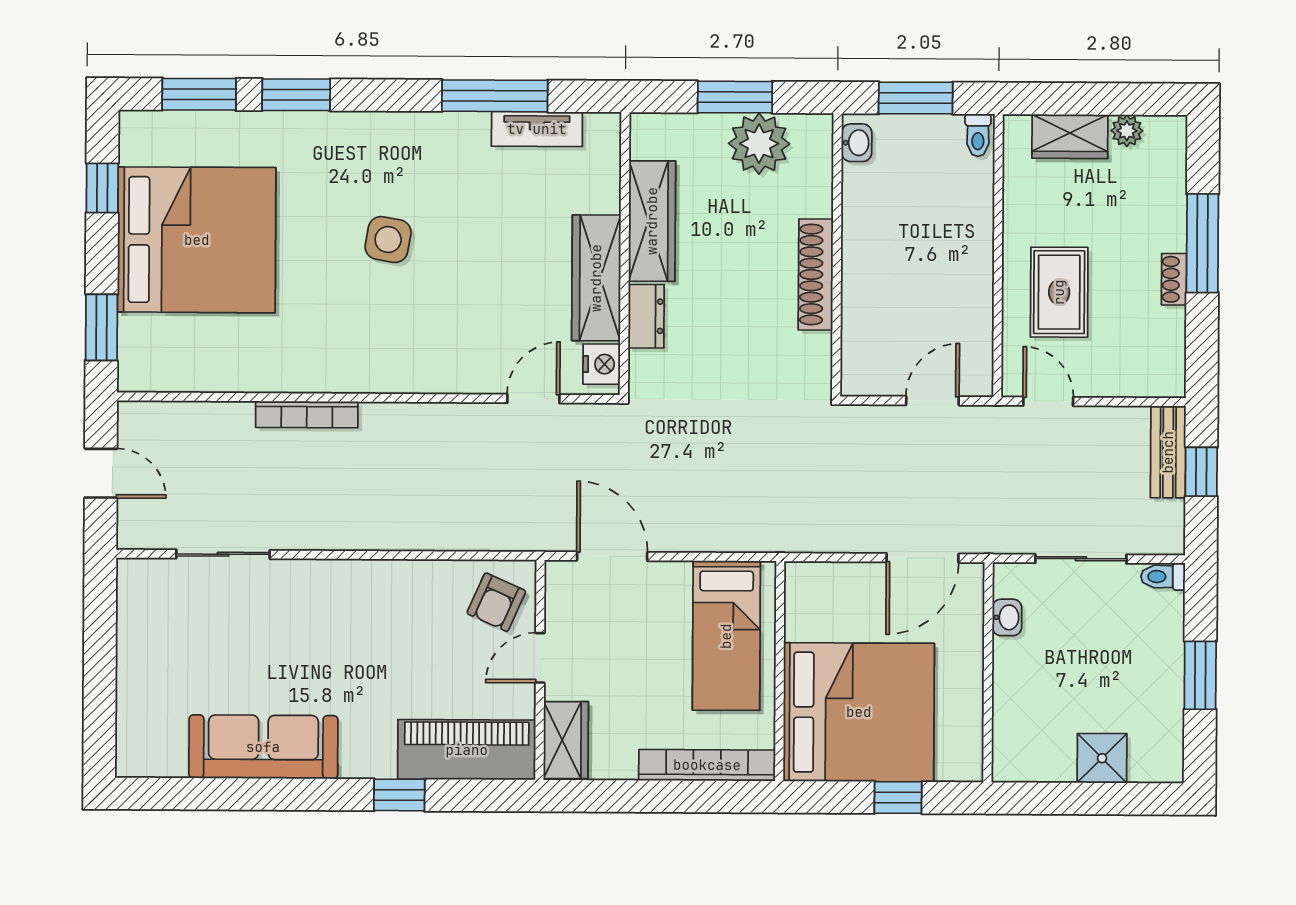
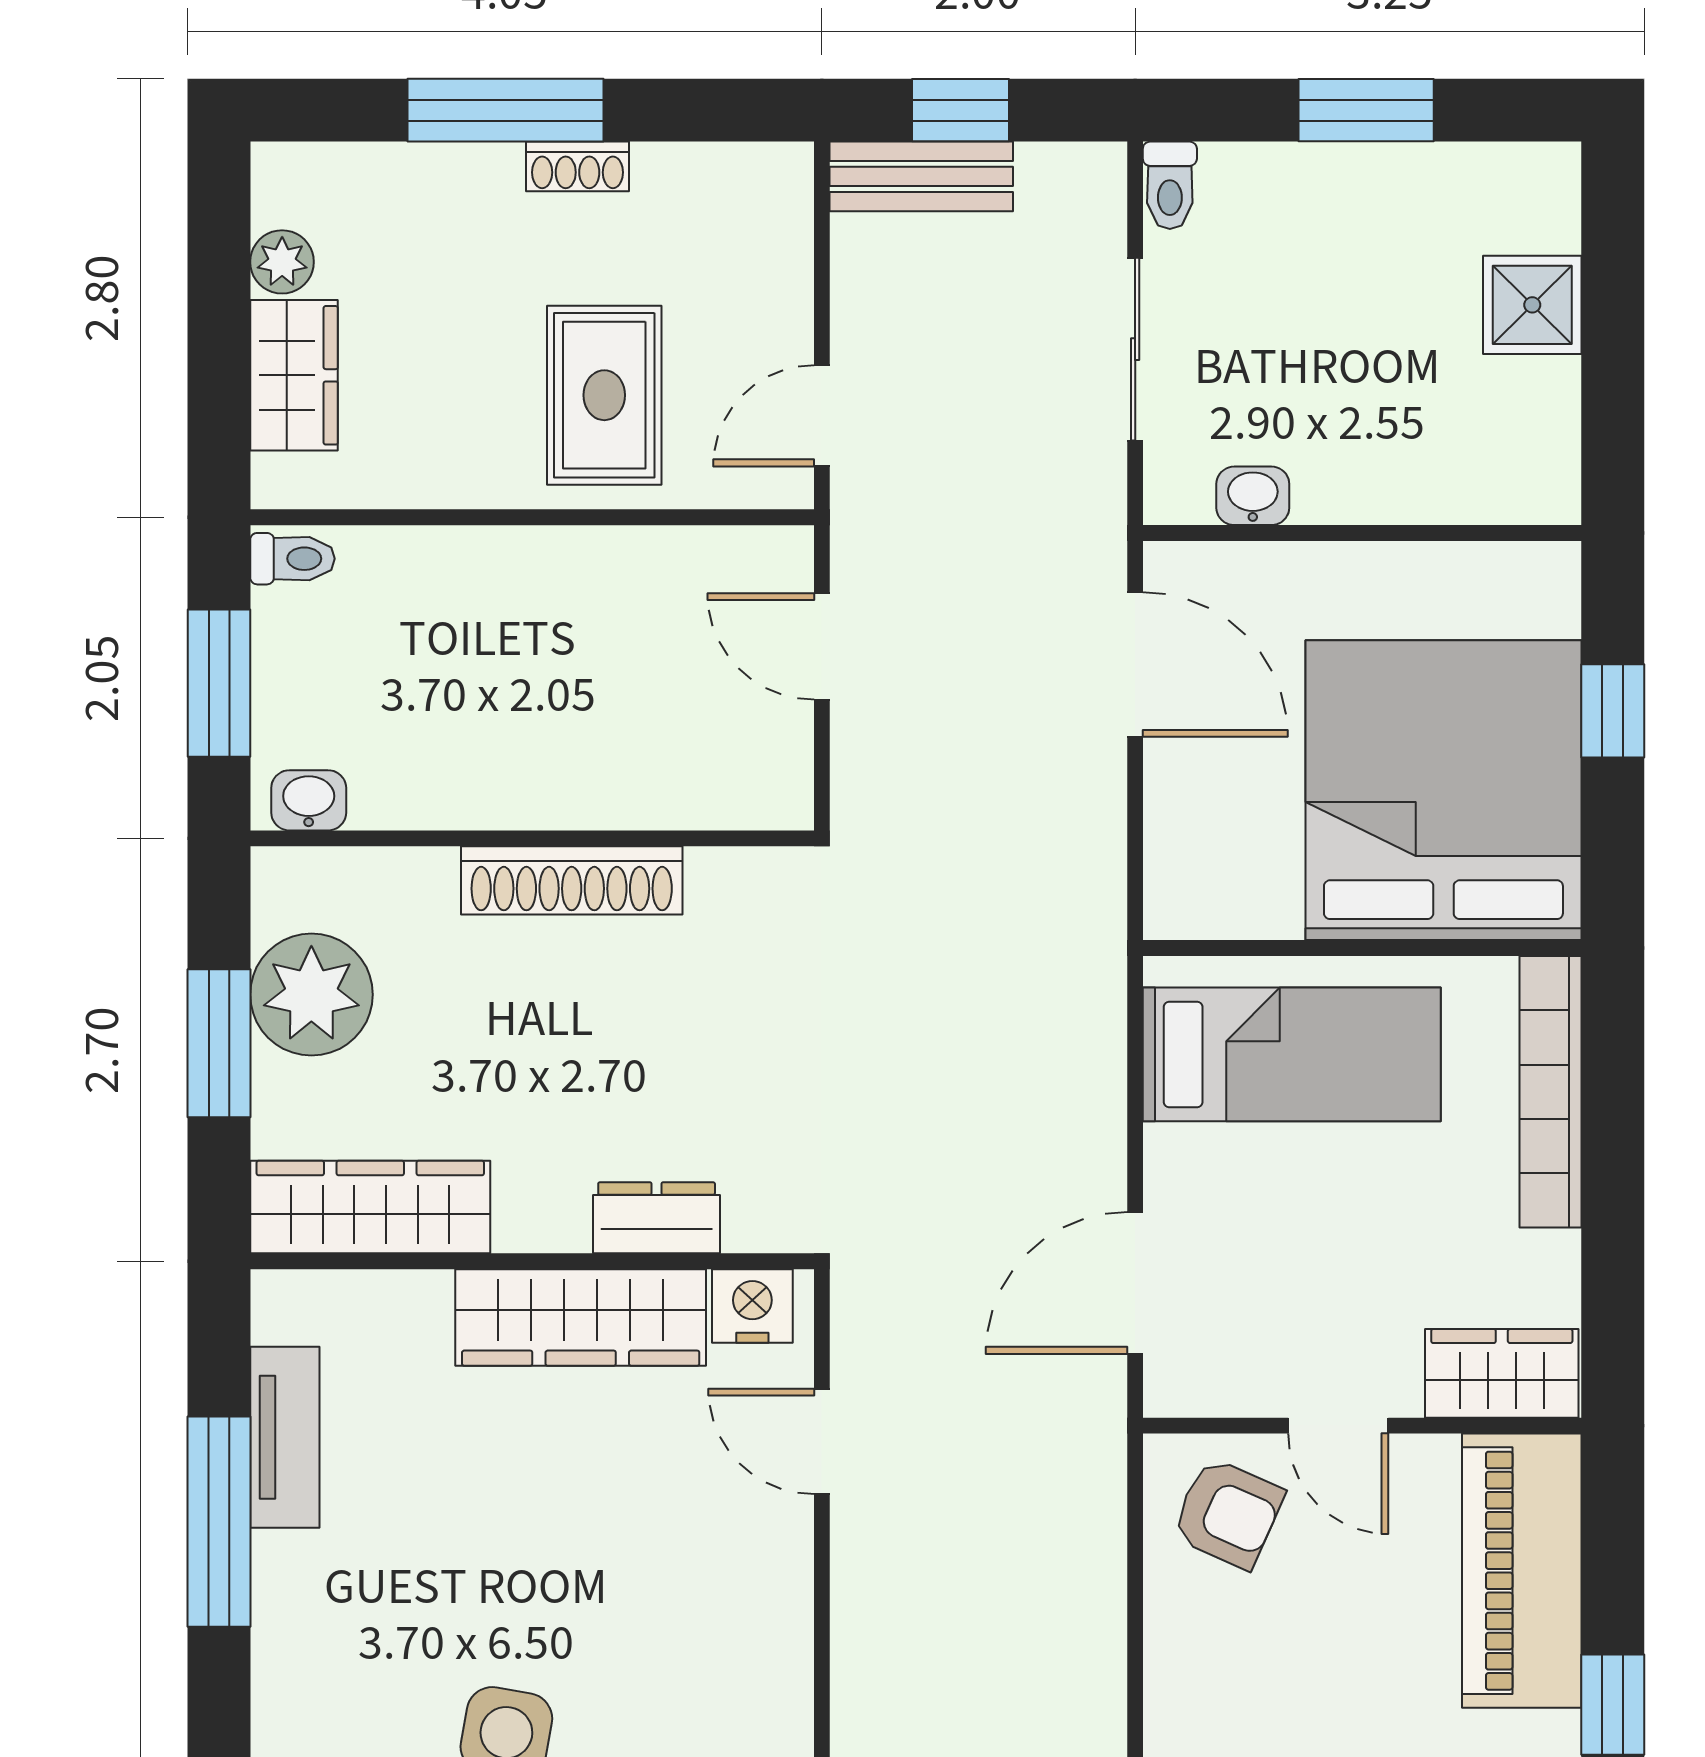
wardrobe: (652, 221) -> (370, 1207), moved
rug: (1059, 292) -> (604, 395), turned 90

